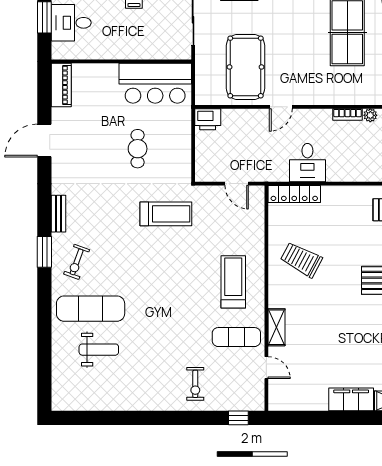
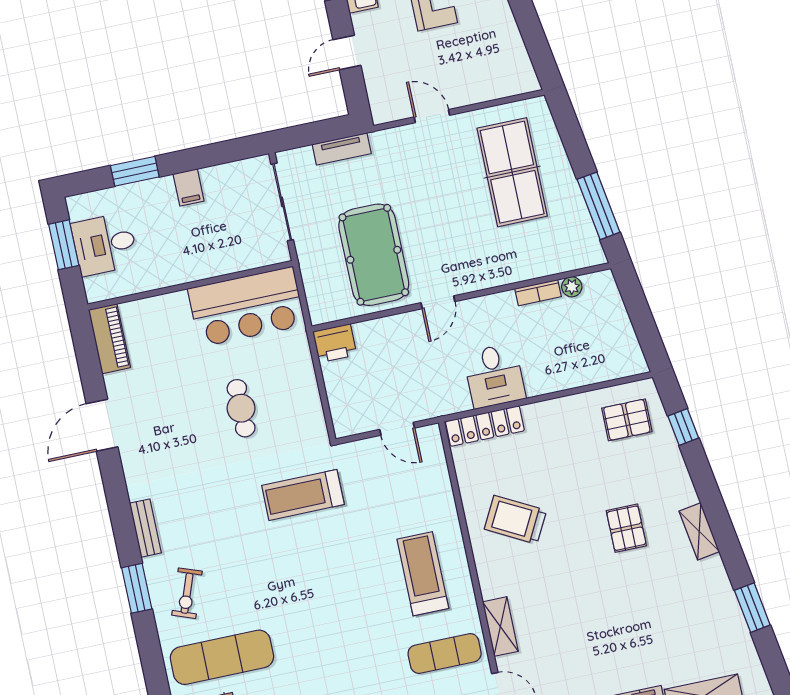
treadmill: (166, 214) -> (303, 495), turned 180

